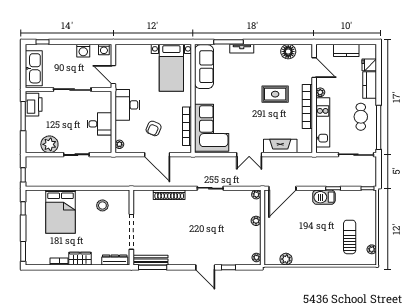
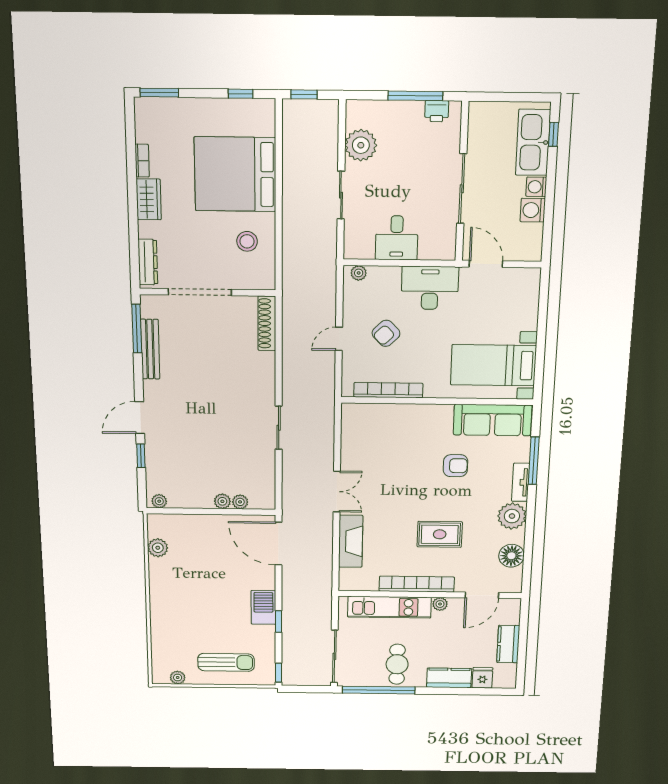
washing machine: (104, 49) -> (536, 187), moved
plant: (263, 53) -> (512, 516), added
kitchen sink: (34, 68) -> (533, 142), moved, turned 90
door: (113, 75) -> (486, 264), hinge flipped
armchair: (232, 87) -> (455, 466), added
rug: (275, 94) -> (440, 534), turned 90
printer: (34, 105) -> (437, 111), width x0.53, depth x0.68
cafe table: (361, 117) -> (397, 664), turned 90
armchair: (154, 128) -> (386, 333), turned -68
corner sofa: (212, 128) -> (385, 431), removed
door: (157, 155) -> (339, 339), width x0.53
double door: (249, 155) -> (337, 492), swing flipped
plant: (256, 194) -> (240, 502), moved
shoe rack: (169, 195) -> (267, 323), moved
bed: (61, 212) -> (235, 174), width x1.36
sun lounger: (350, 237) -> (226, 662), moved
bench: (150, 260) -> (150, 349), moved

